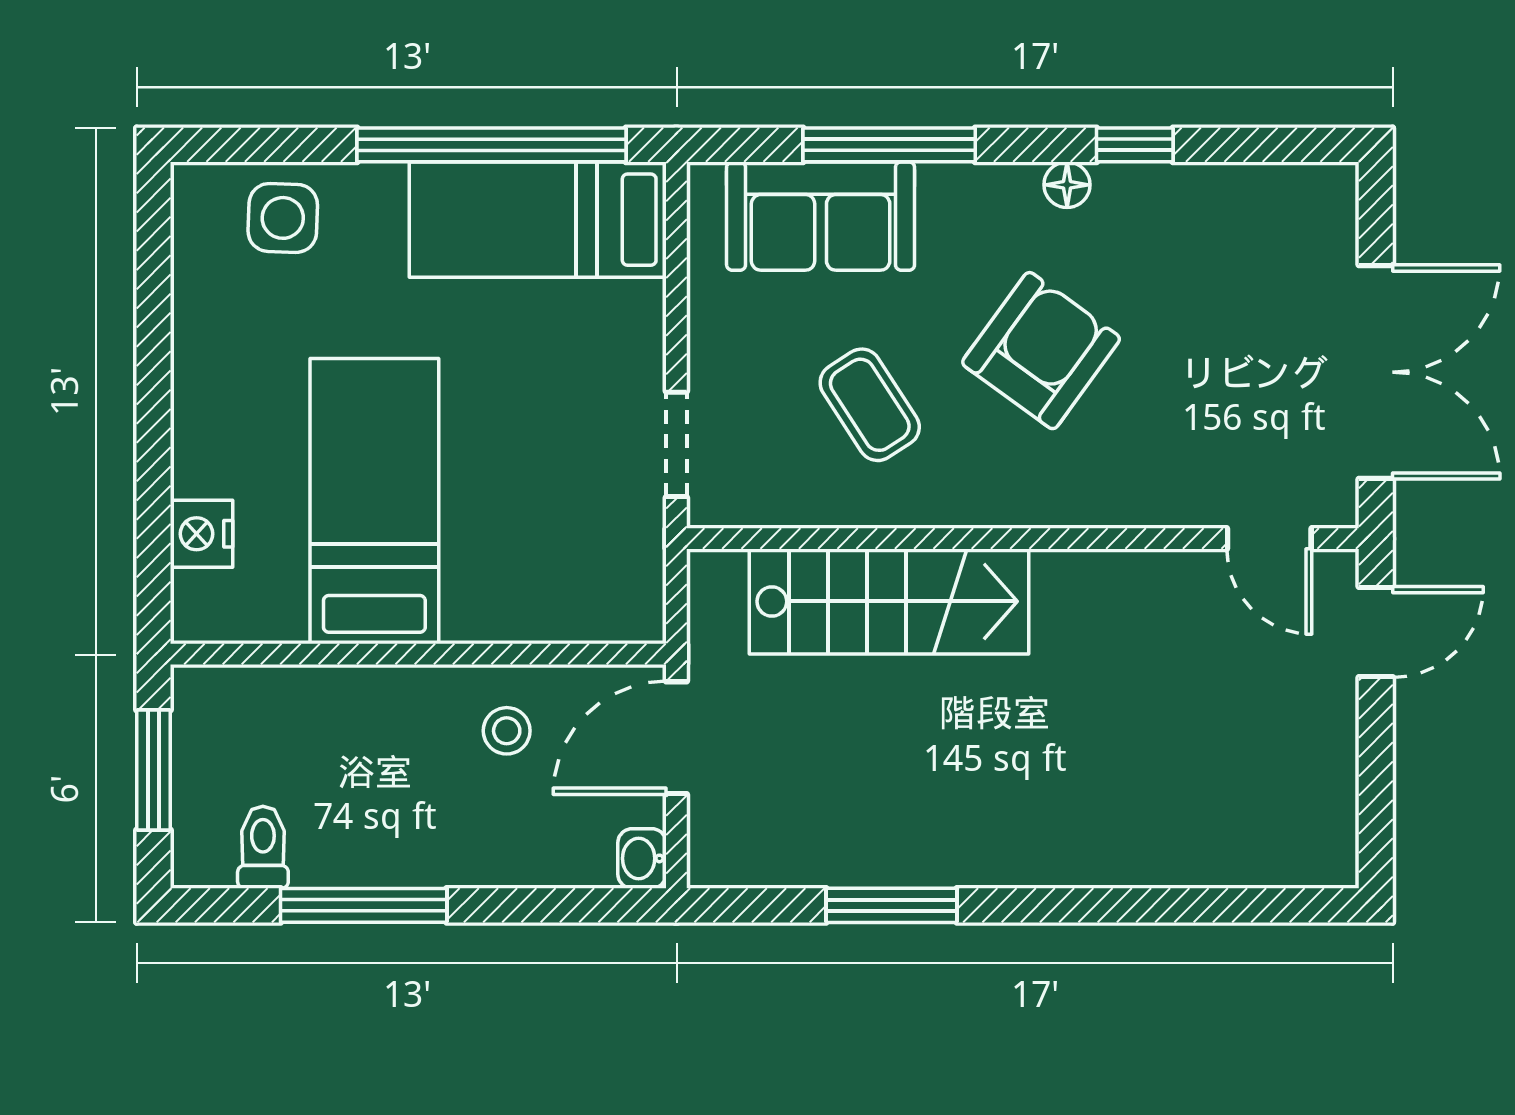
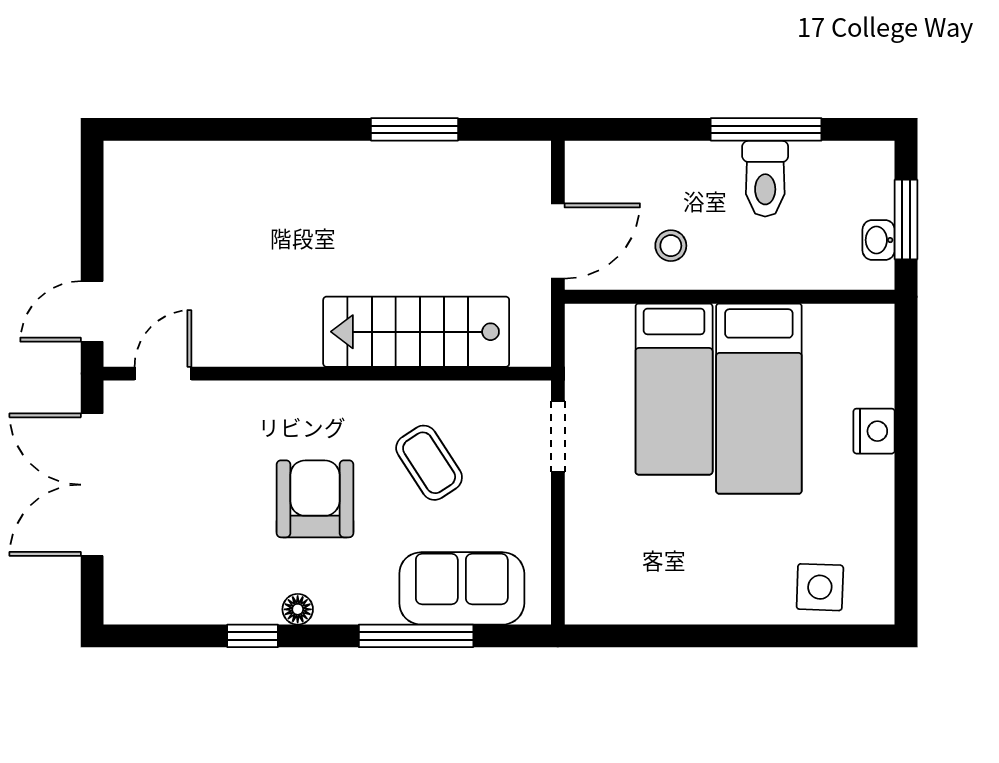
window: (491, 145) -> (681, 636), removed
bed: (538, 220) -> (674, 389), moved, turned 90
armchair: (1041, 351) -> (315, 499), turned 144
nightstand: (202, 534) -> (874, 431), moved
door: (1269, 539) -> (163, 374), hinge flipped
toilet: (263, 847) -> (765, 179), moved, width x1.37, depth x1.39
washbasin: (642, 858) -> (879, 240), moved, turned 180

